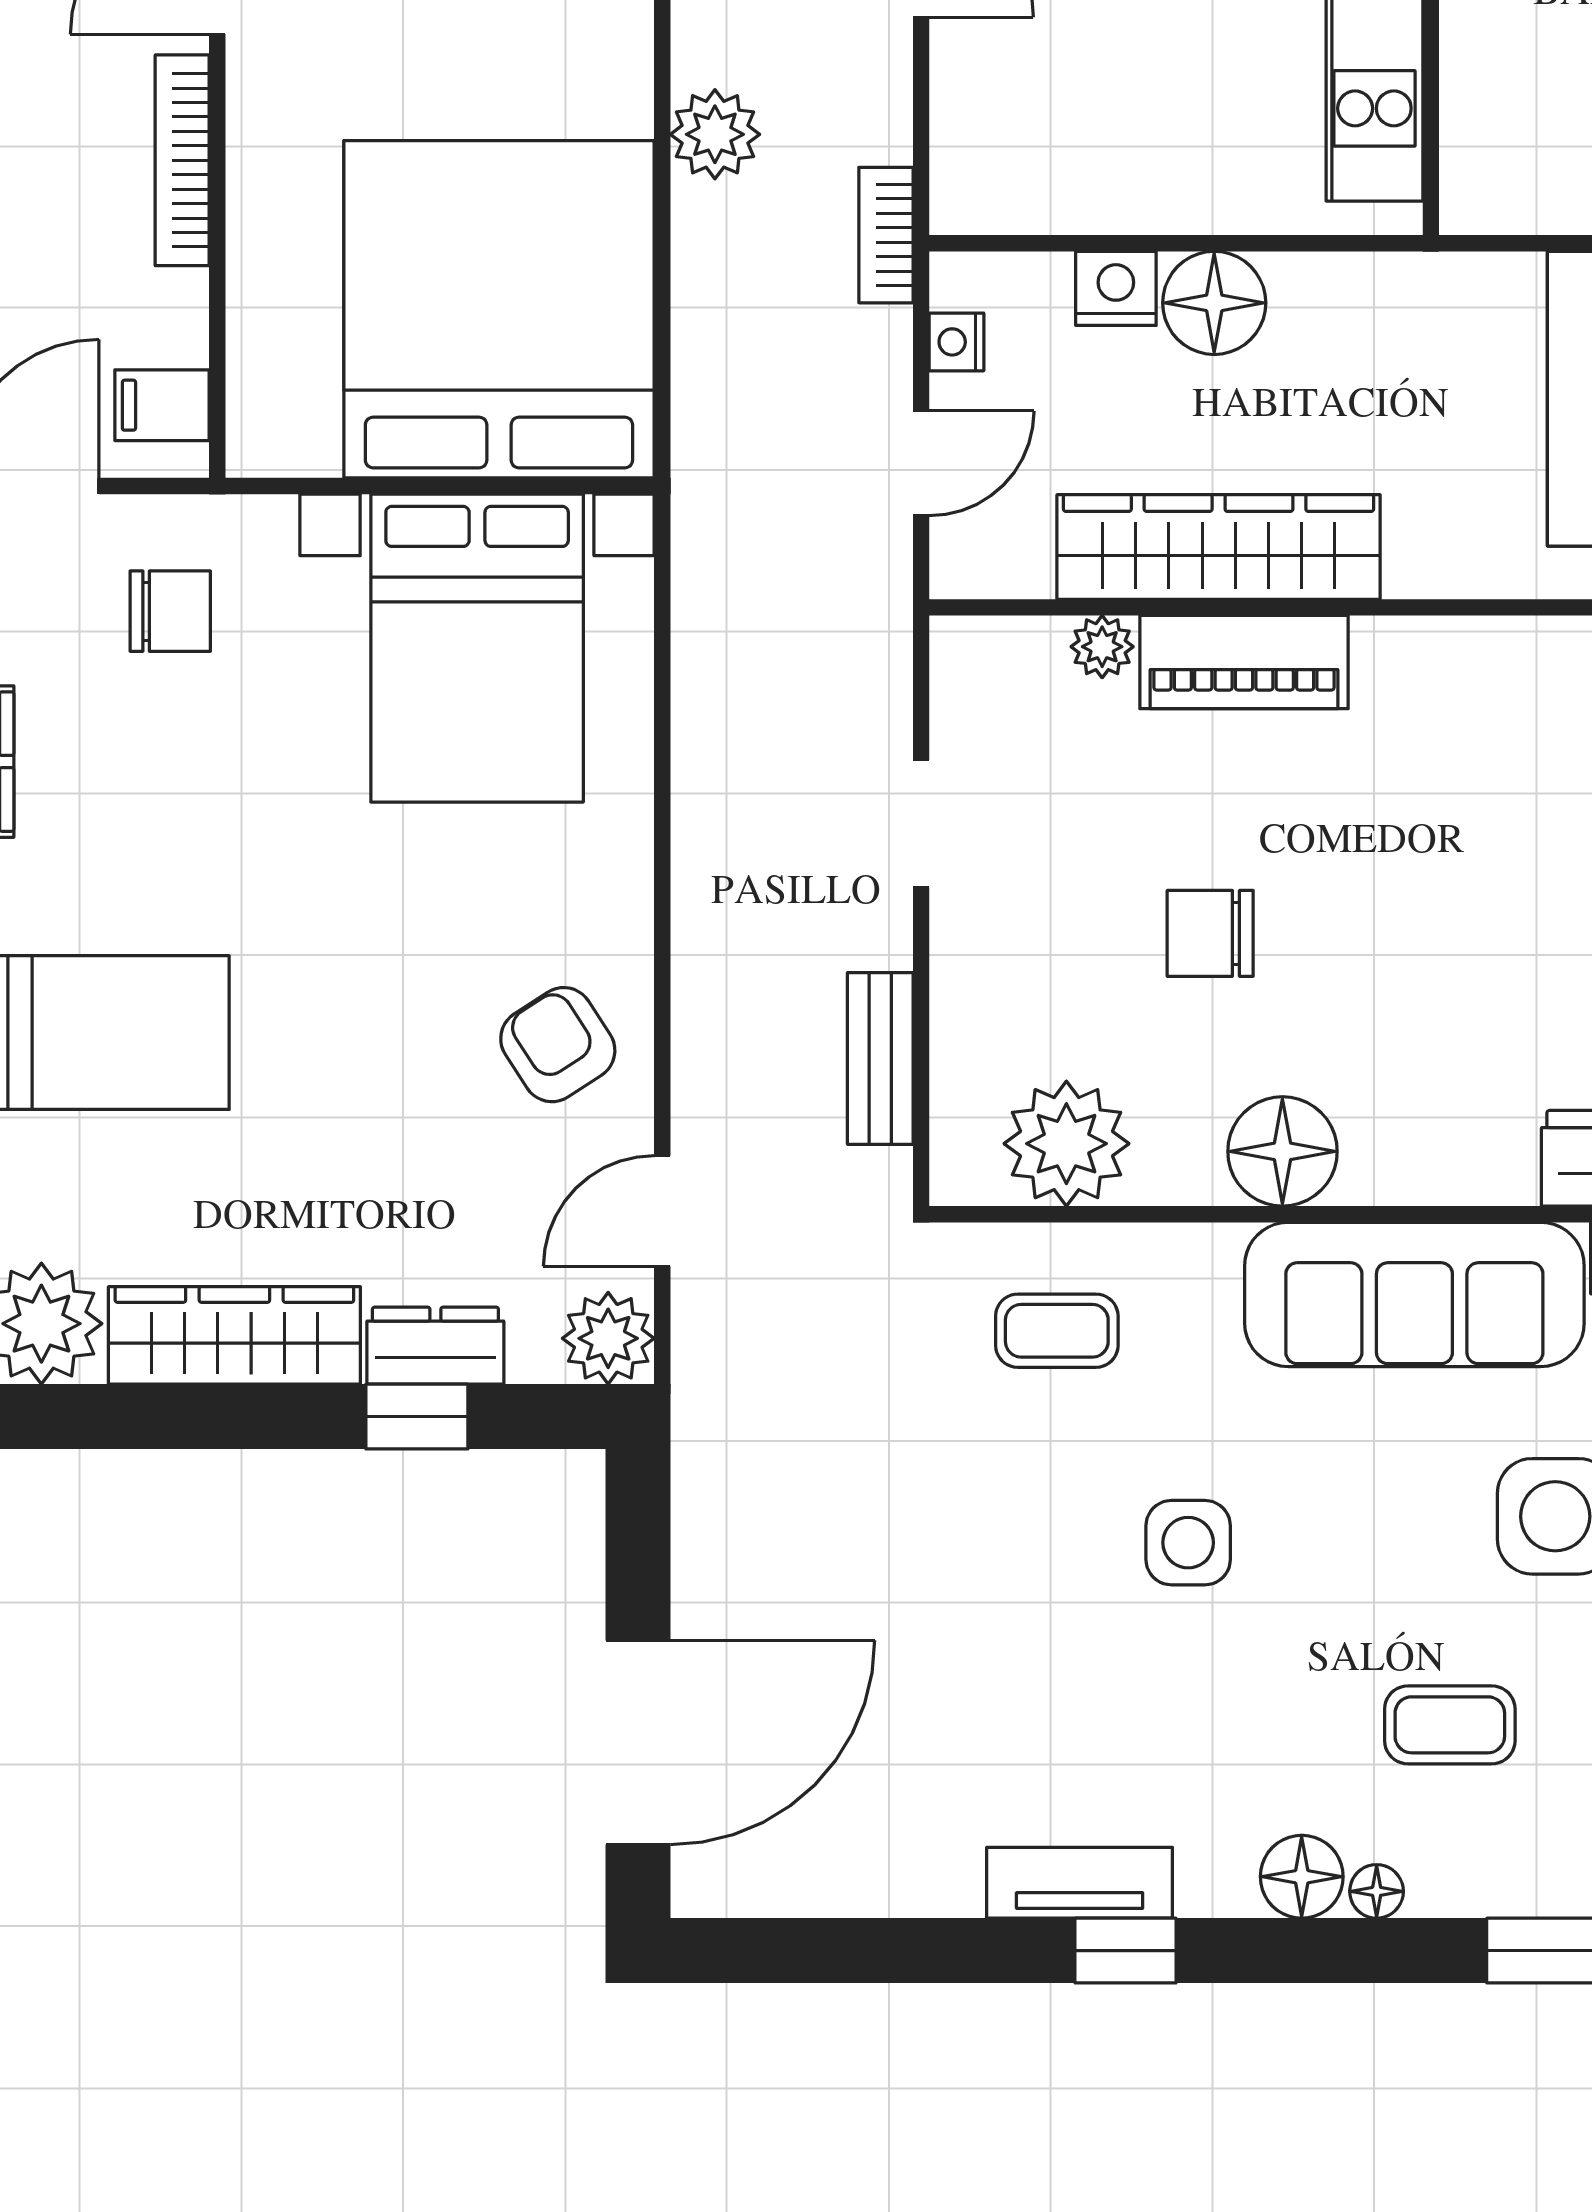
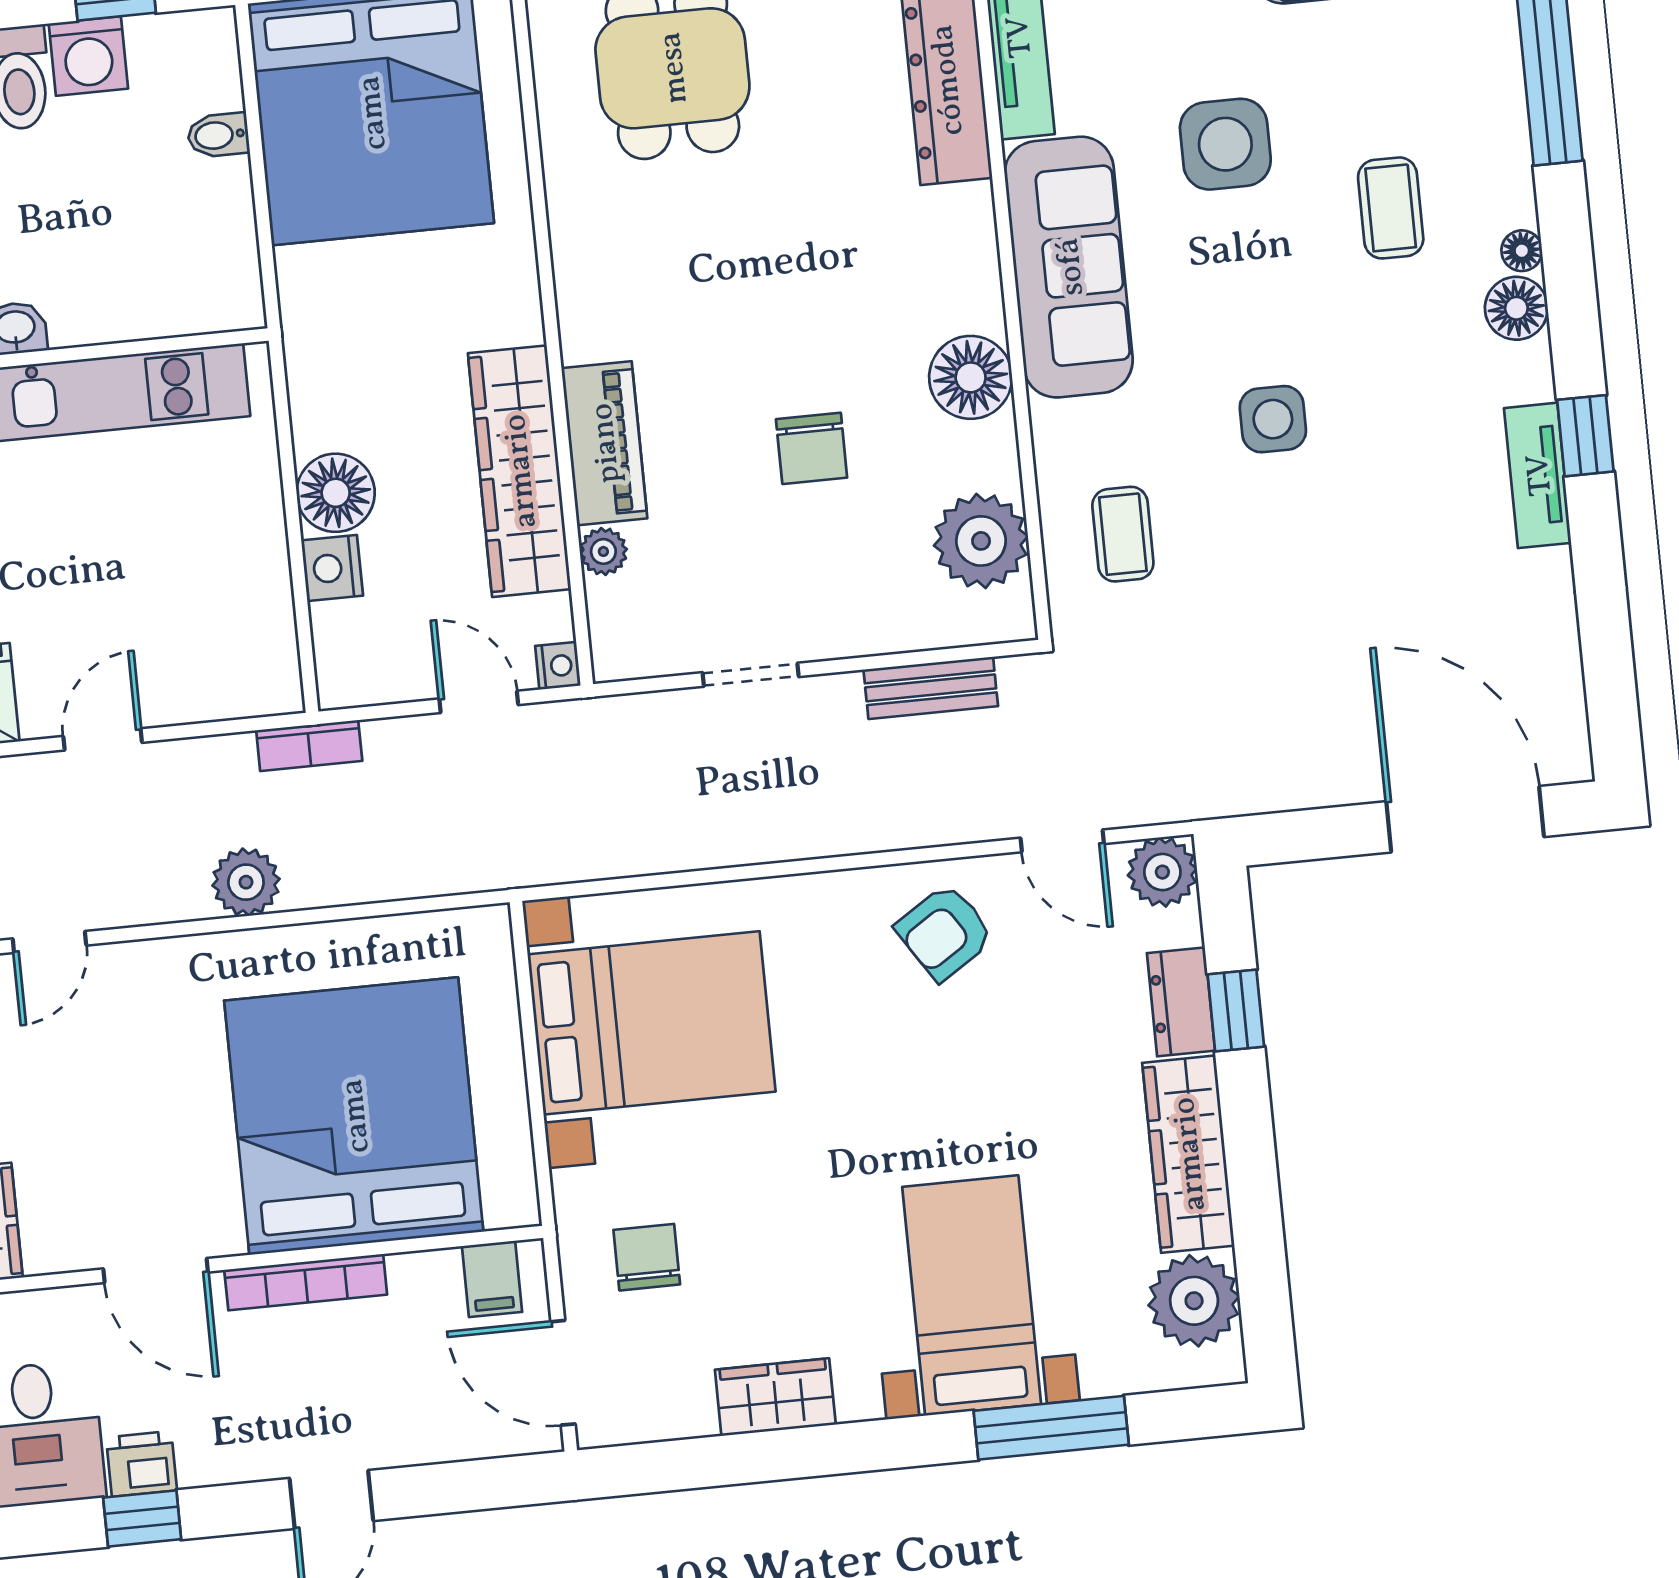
bed: (499, 309) -> (354, 1116), moved, turned 90
nightstand: (957, 342) -> (558, 666), moved, turned -90

